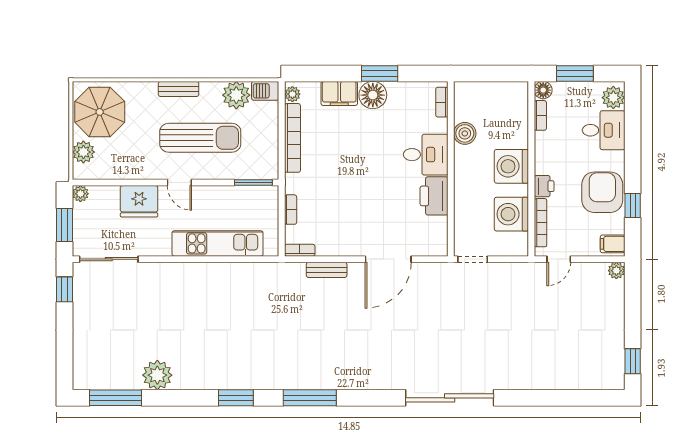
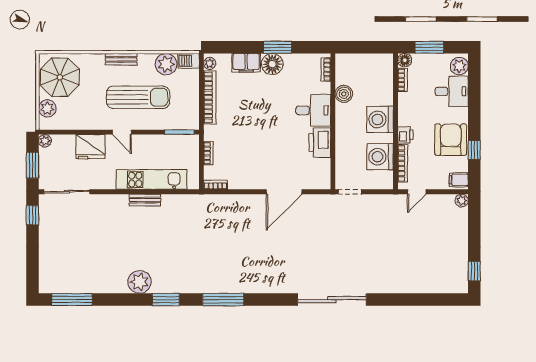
bench: (327, 270) -> (145, 200), moved
plant: (157, 375) -> (140, 282), moved

